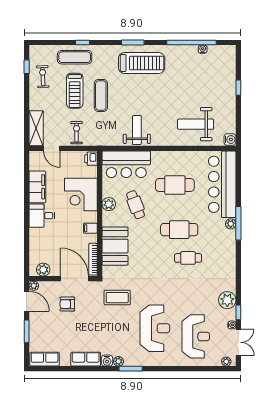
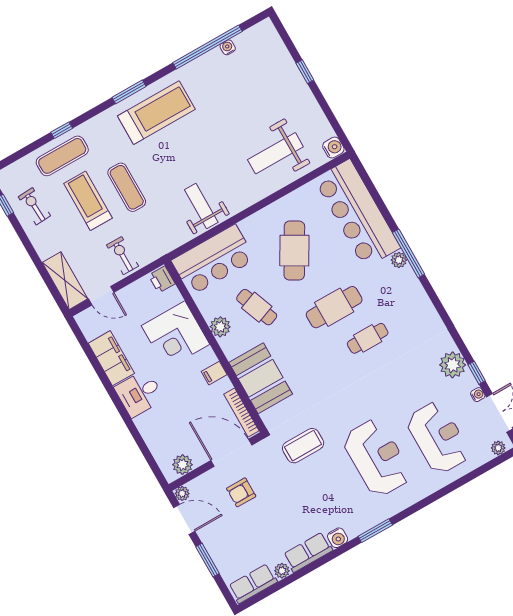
treadmill: (75, 91) -> (88, 201), turned 180
cafe table: (175, 185) -> (294, 251), turned -60
plant: (119, 361) -> (282, 571), moved

